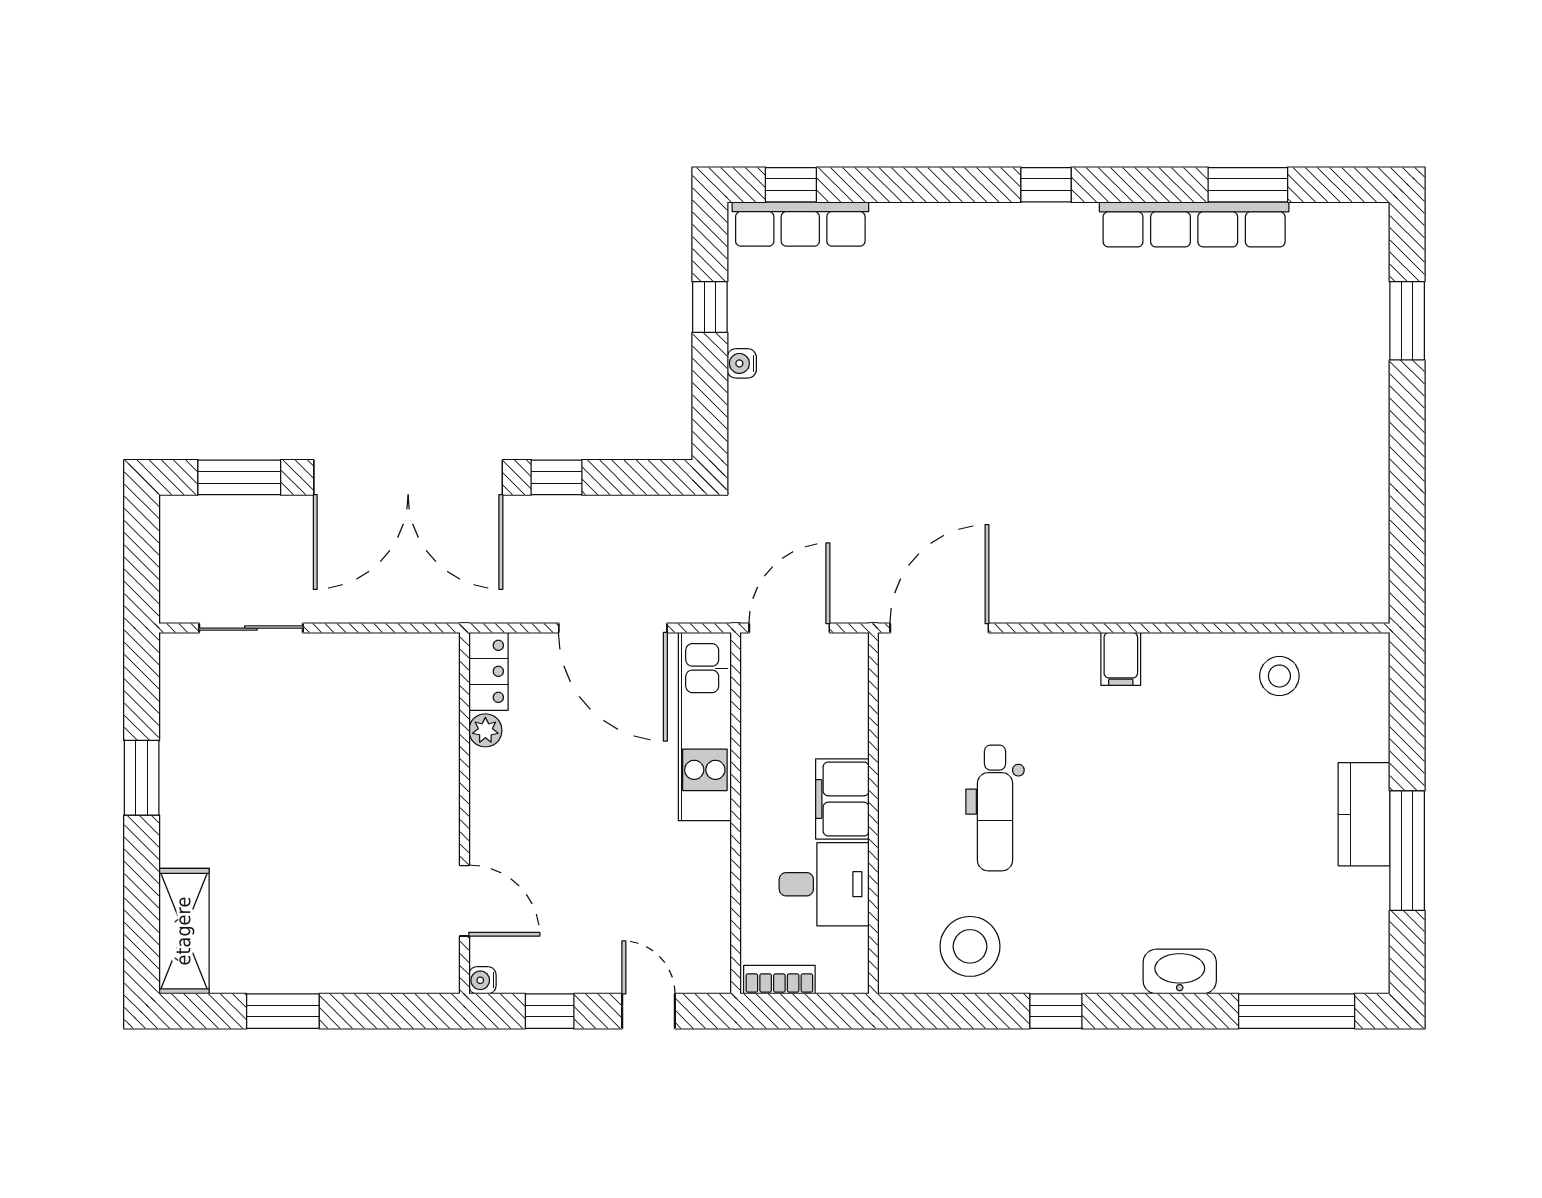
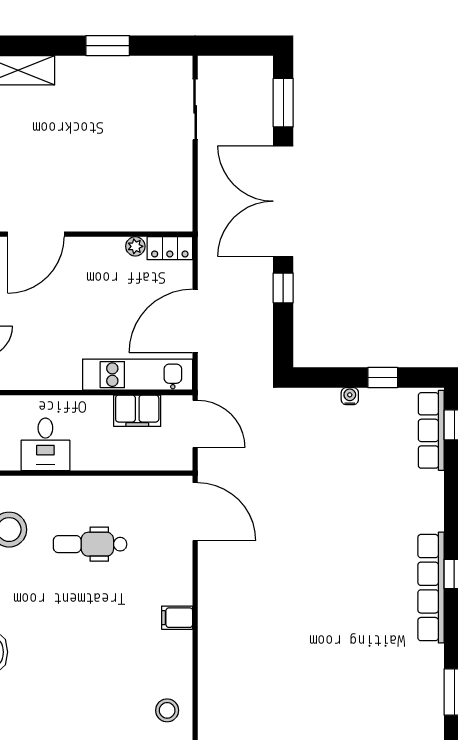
row of seats: (1194, 224) -> (431, 588), moved
filing cabinet: (842, 799) -> (137, 411), moved, turned 180
door: (465, 901) -> (36, 234), width x1.36

